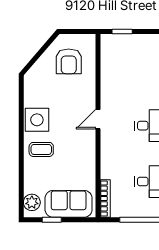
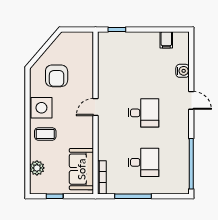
armchair: (69, 61) -> (57, 76), moved
plant: (32, 202) -> (37, 168), moved
sofa: (69, 204) -> (81, 169), moved, turned -90

